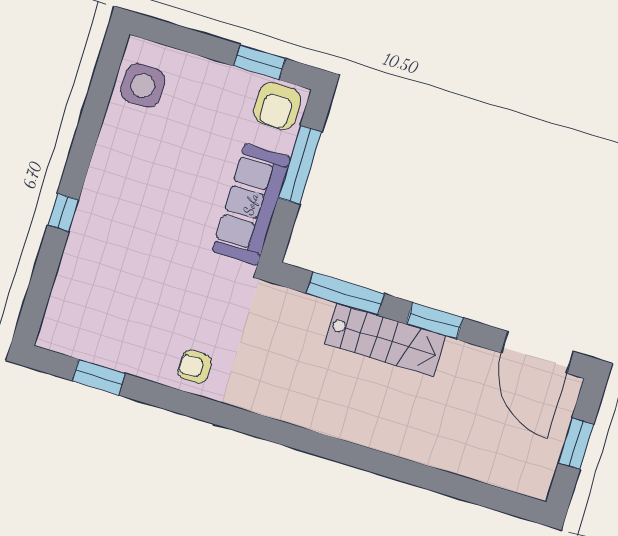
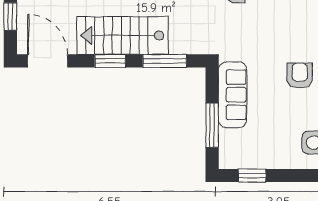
armchair: (277, 106) -> (300, 76), moved
stairs: (385, 340) -> (123, 35), width x1.36, depth x1.51

